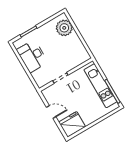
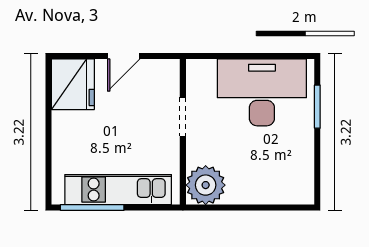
plant: (64, 28) -> (206, 185), moved
desk: (32, 56) -> (262, 92), width x1.36, depth x1.30

